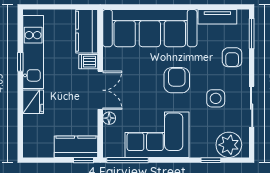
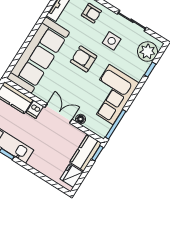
fridge: (33, 102) -> (72, 176), moved, turned -90

